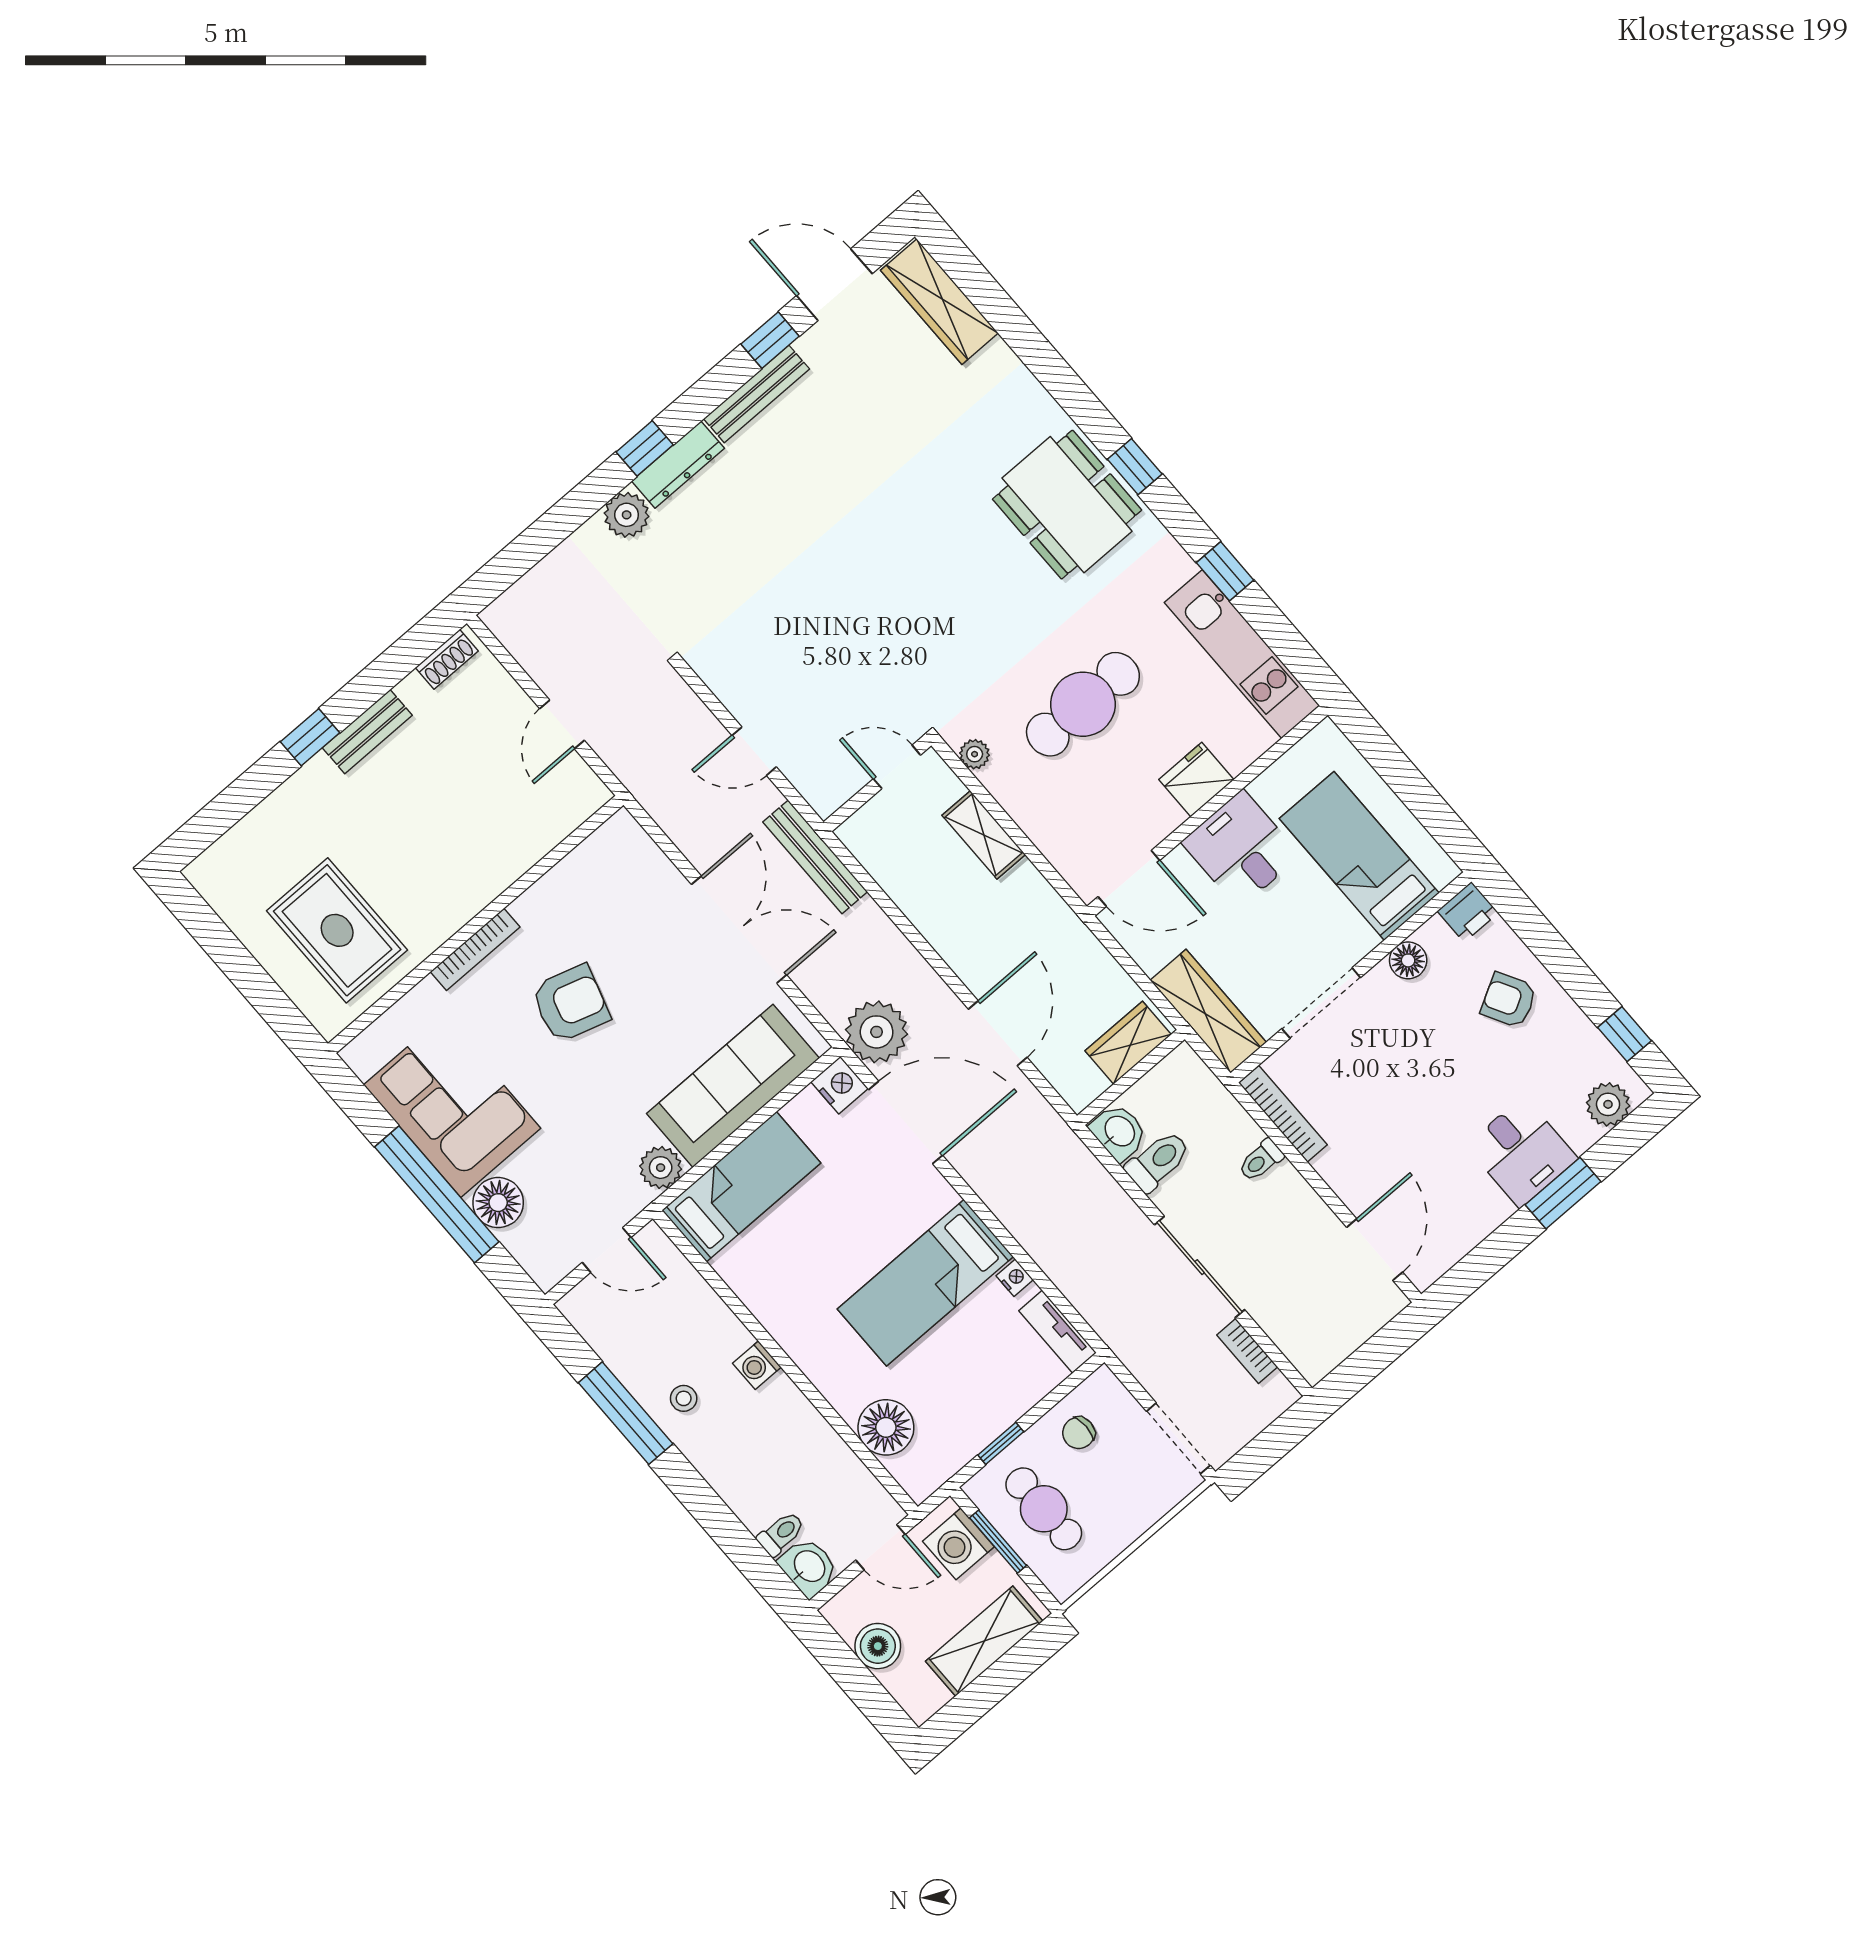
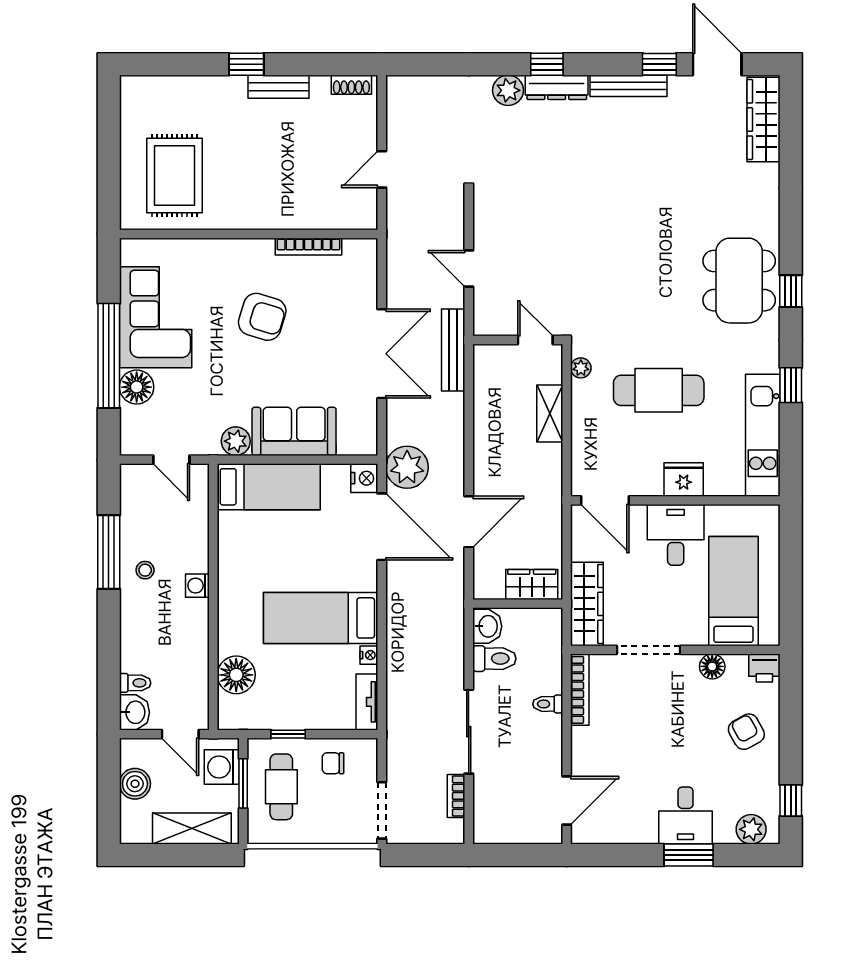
bookcase: (475, 949) -> (308, 247), moved
sofa: (733, 1086) -> (294, 431), width x0.73

